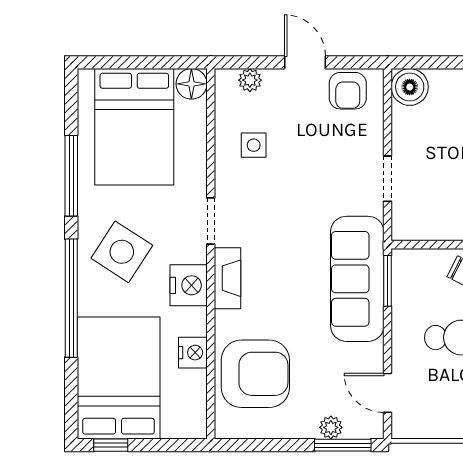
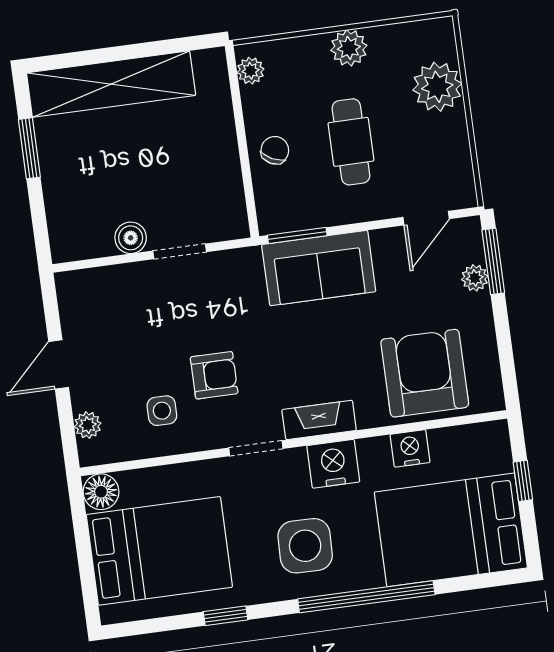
boiler: (410, 87) -> (131, 238), moved, width x0.73, depth x0.73
armchair: (348, 91) -> (214, 375), moved
window: (71, 176) -> (225, 616), width x0.46
side table: (122, 252) -> (305, 546), turned -32
sofa: (357, 279) -> (319, 268), width x0.73
window: (111, 445) -> (523, 481), moved

